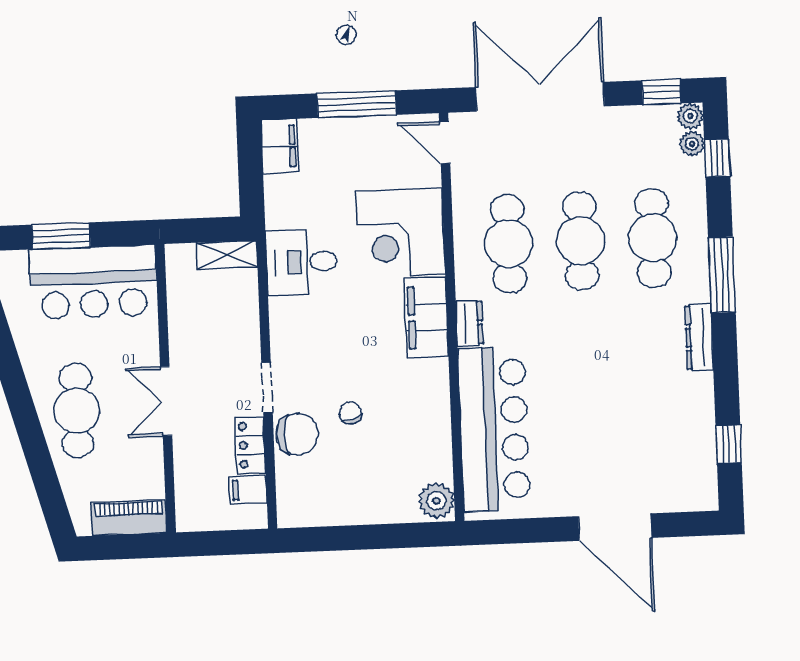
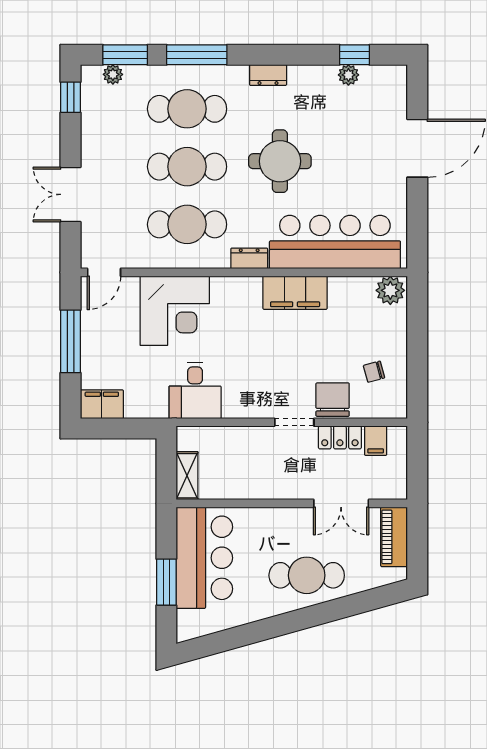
double door: (540, 97) -> (71, 194), width x0.54
plant: (690, 116) -> (348, 75), moved
window: (717, 158) -> (125, 55), width x1.50
shelving: (227, 255) -> (187, 476), moved
window: (722, 275) -> (197, 55), moved
filing cabinet: (426, 317) -> (295, 293), moved
dresser: (699, 337) -> (268, 75), width x0.70
round table: (592, 356) -> (280, 161), added
double door: (166, 401) -> (341, 503), moved
chair: (350, 413) -> (374, 372), moved

